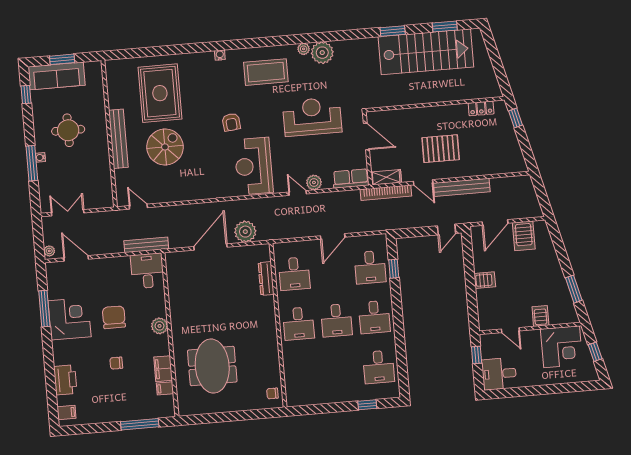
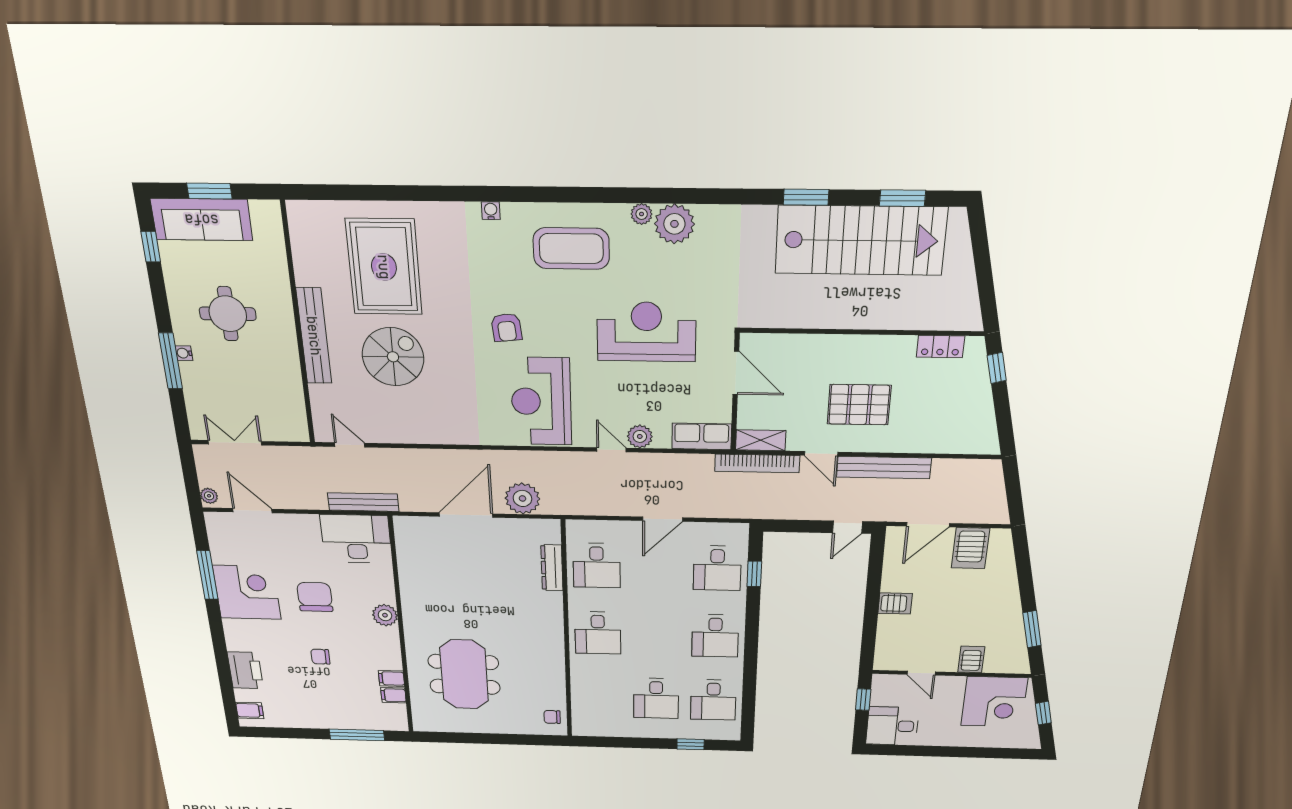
desk: (147, 271) -> (356, 539), width x1.37
desk: (336, 320) -> (656, 698), moved
filing cabinet: (163, 369) -> (391, 678), width x0.50

